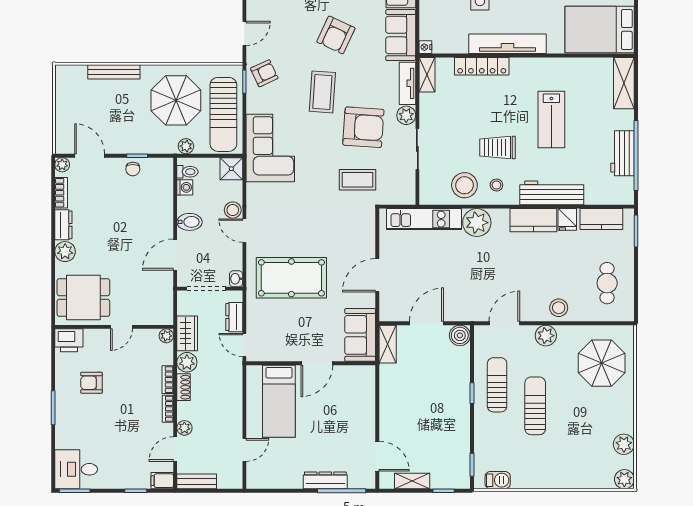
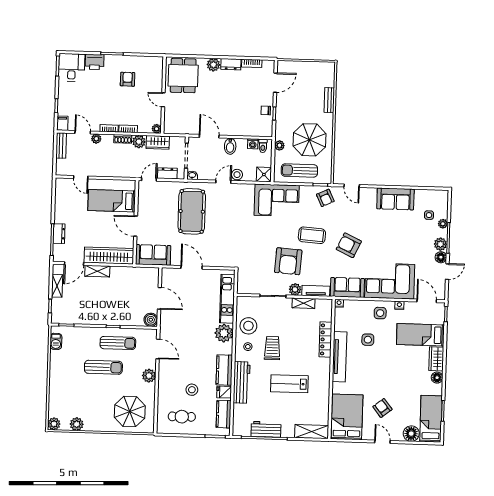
bench: (114, 72) -> (329, 100), width x0.73
shelving: (427, 75) -> (304, 303), moved
sun lounger: (223, 114) -> (299, 170), width x0.73, depth x0.75
plant: (62, 165) -> (270, 65), removed
coffee table: (357, 180) -> (254, 256), removed
stool: (559, 308) -> (192, 390), moved
printer: (69, 340) -> (95, 62), moved, turned -90
shelving: (388, 344) -> (97, 271), moved
wardrobe: (363, 403) -> (109, 256), added
dresser: (325, 480) -> (59, 234), width x0.70

